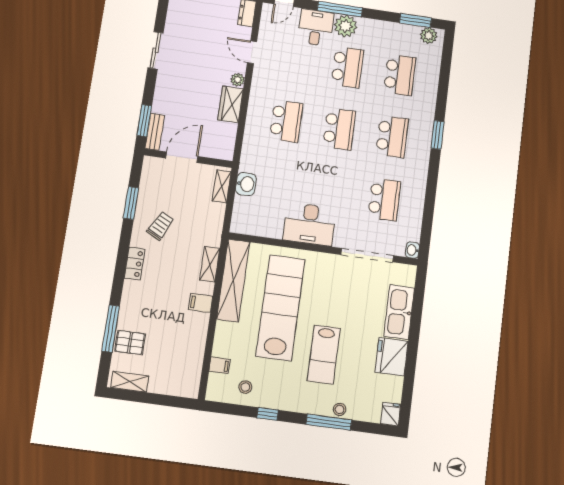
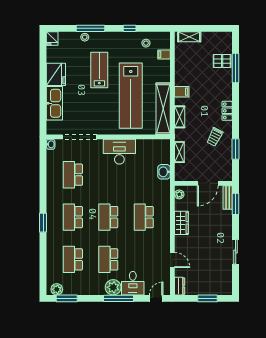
plant: (238, 80) -> (179, 194), moved
shelving: (222, 186) -> (179, 152), moved
shelving: (130, 382) -> (189, 37), moved

